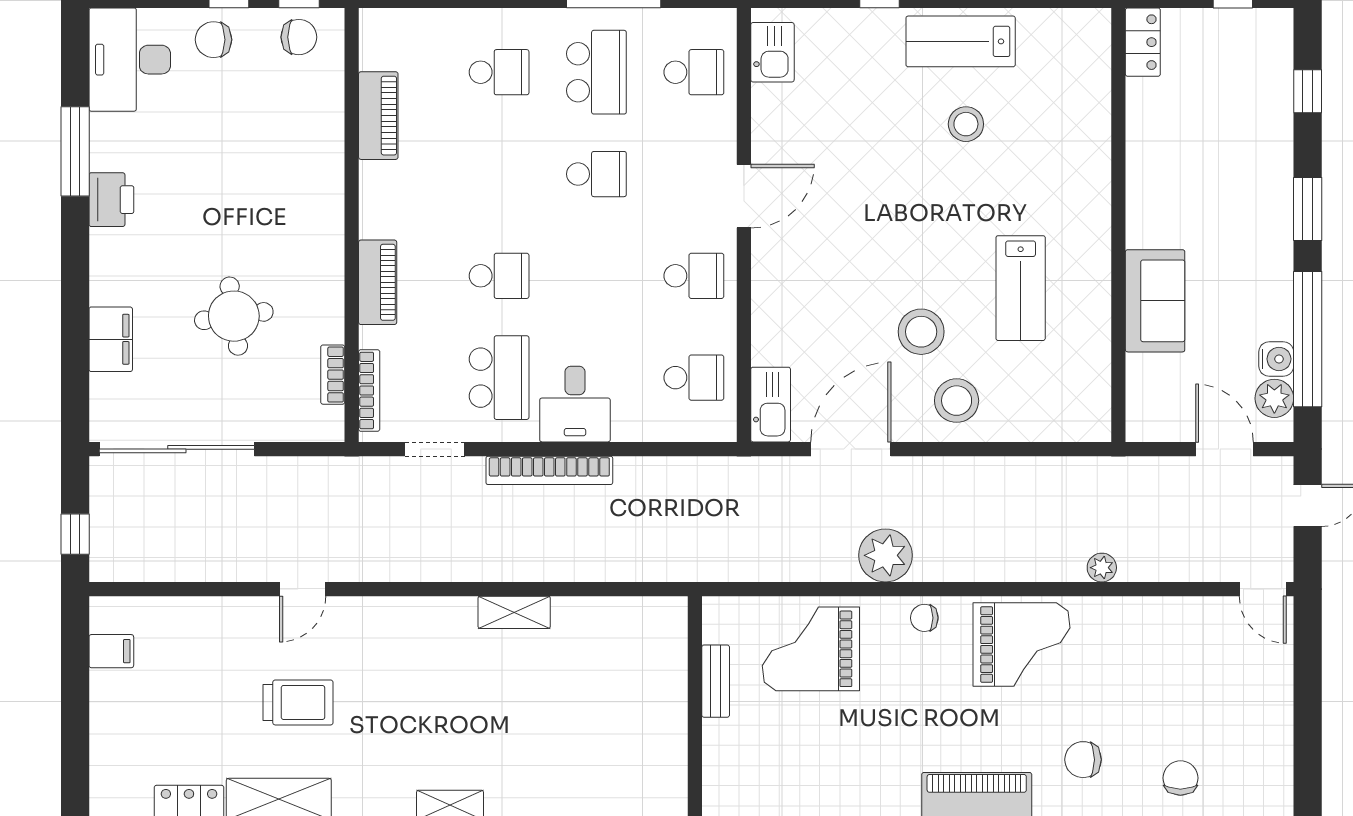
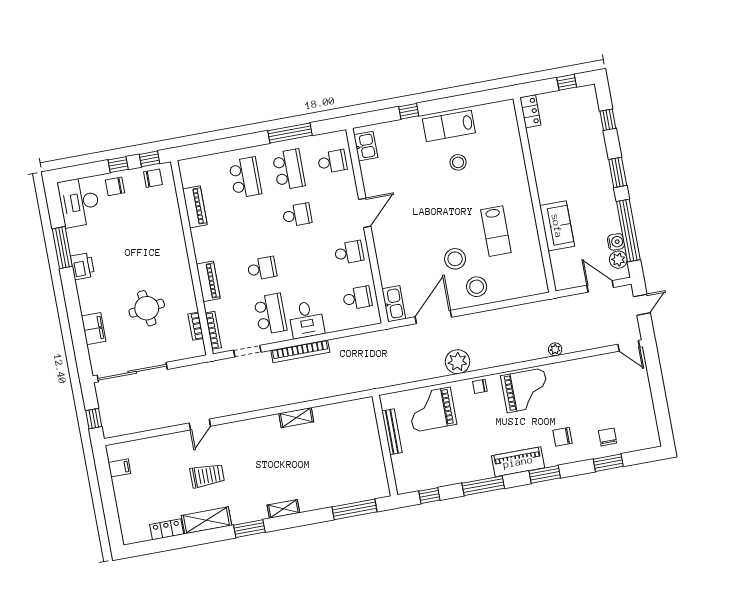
school desk: (499, 72) -> (245, 178), width x1.85
bench: (716, 681) -> (392, 432), width x1.36

